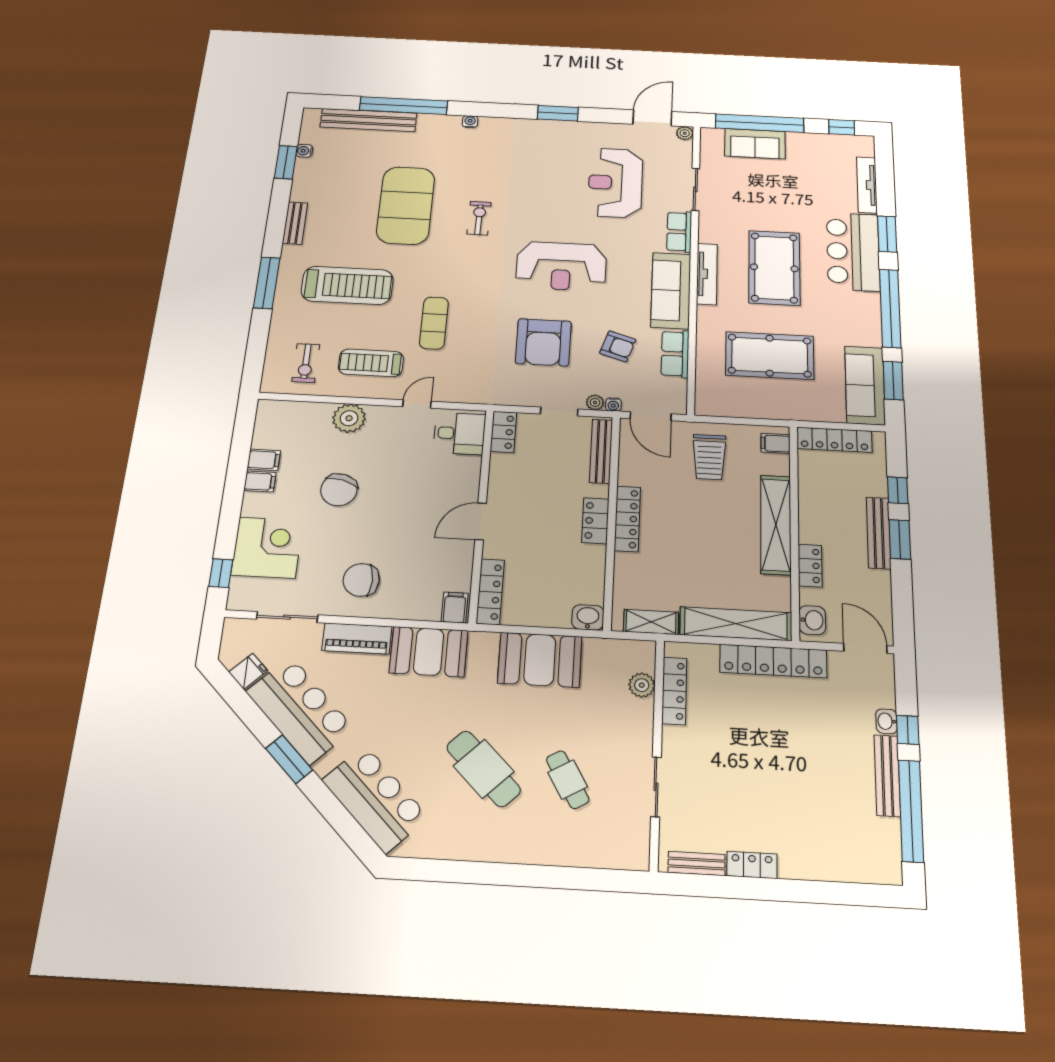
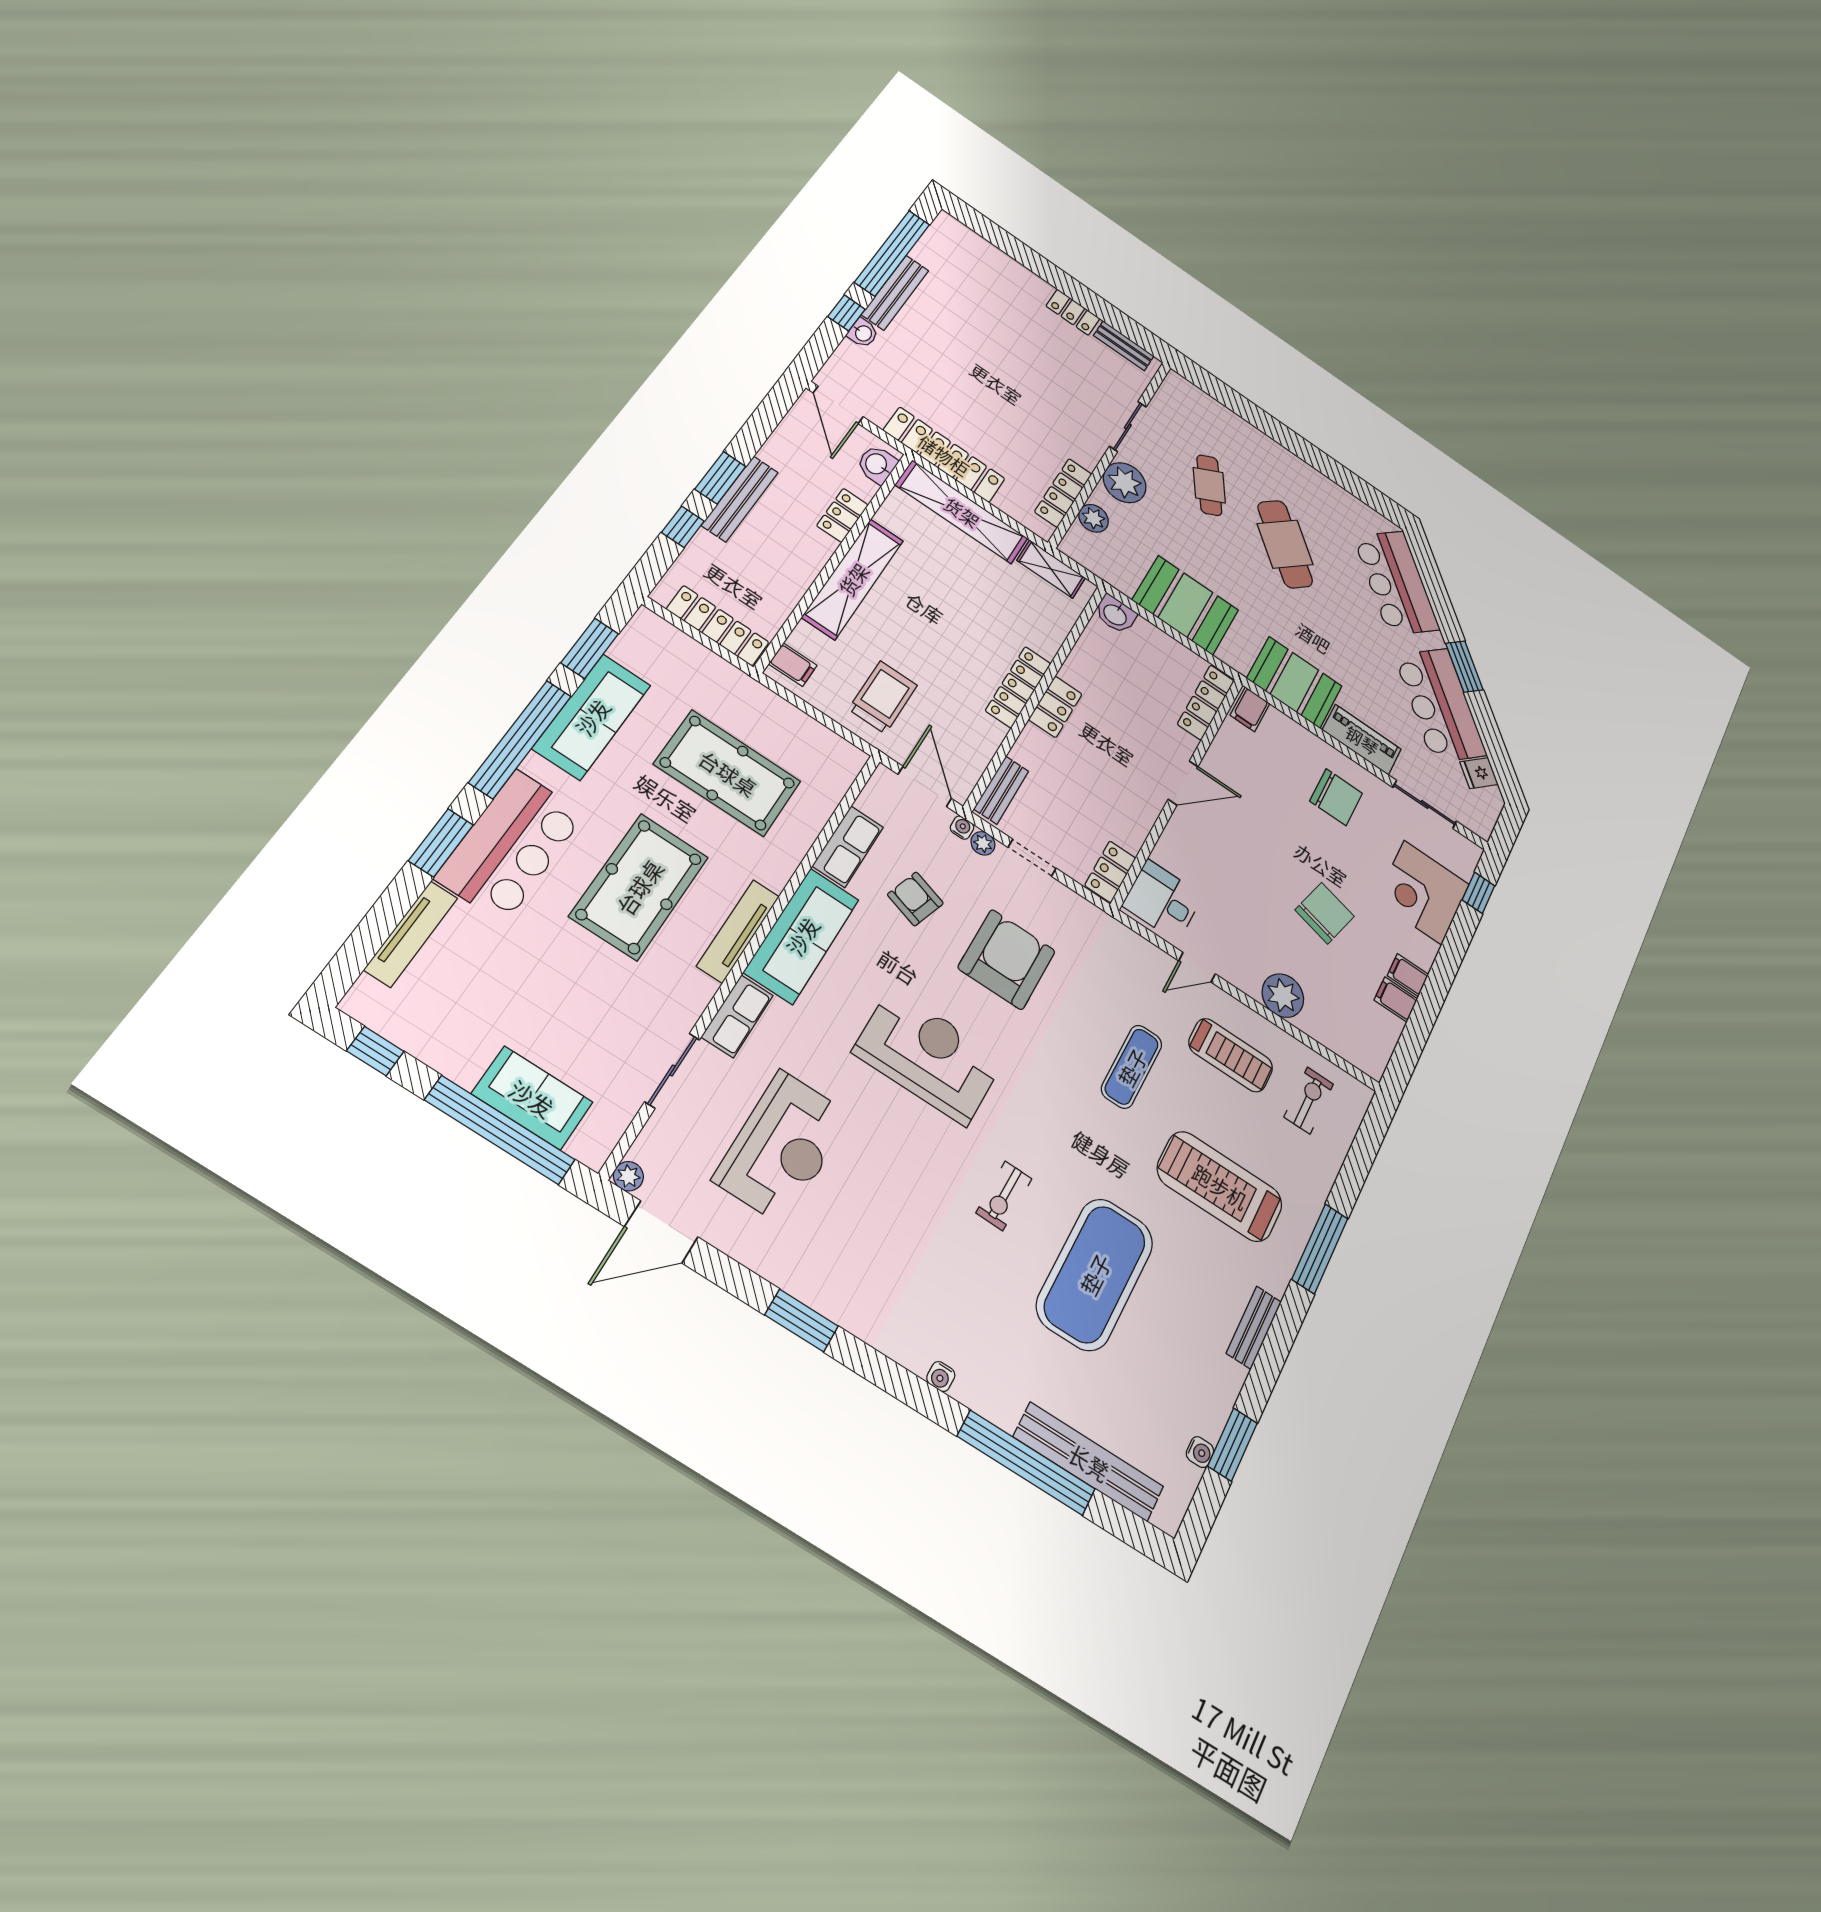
sofa: (865, 385) -> (592, 717), moved
bench: (601, 451) -> (1001, 790), width x0.73
plant: (634, 733) -> (1125, 483), added

